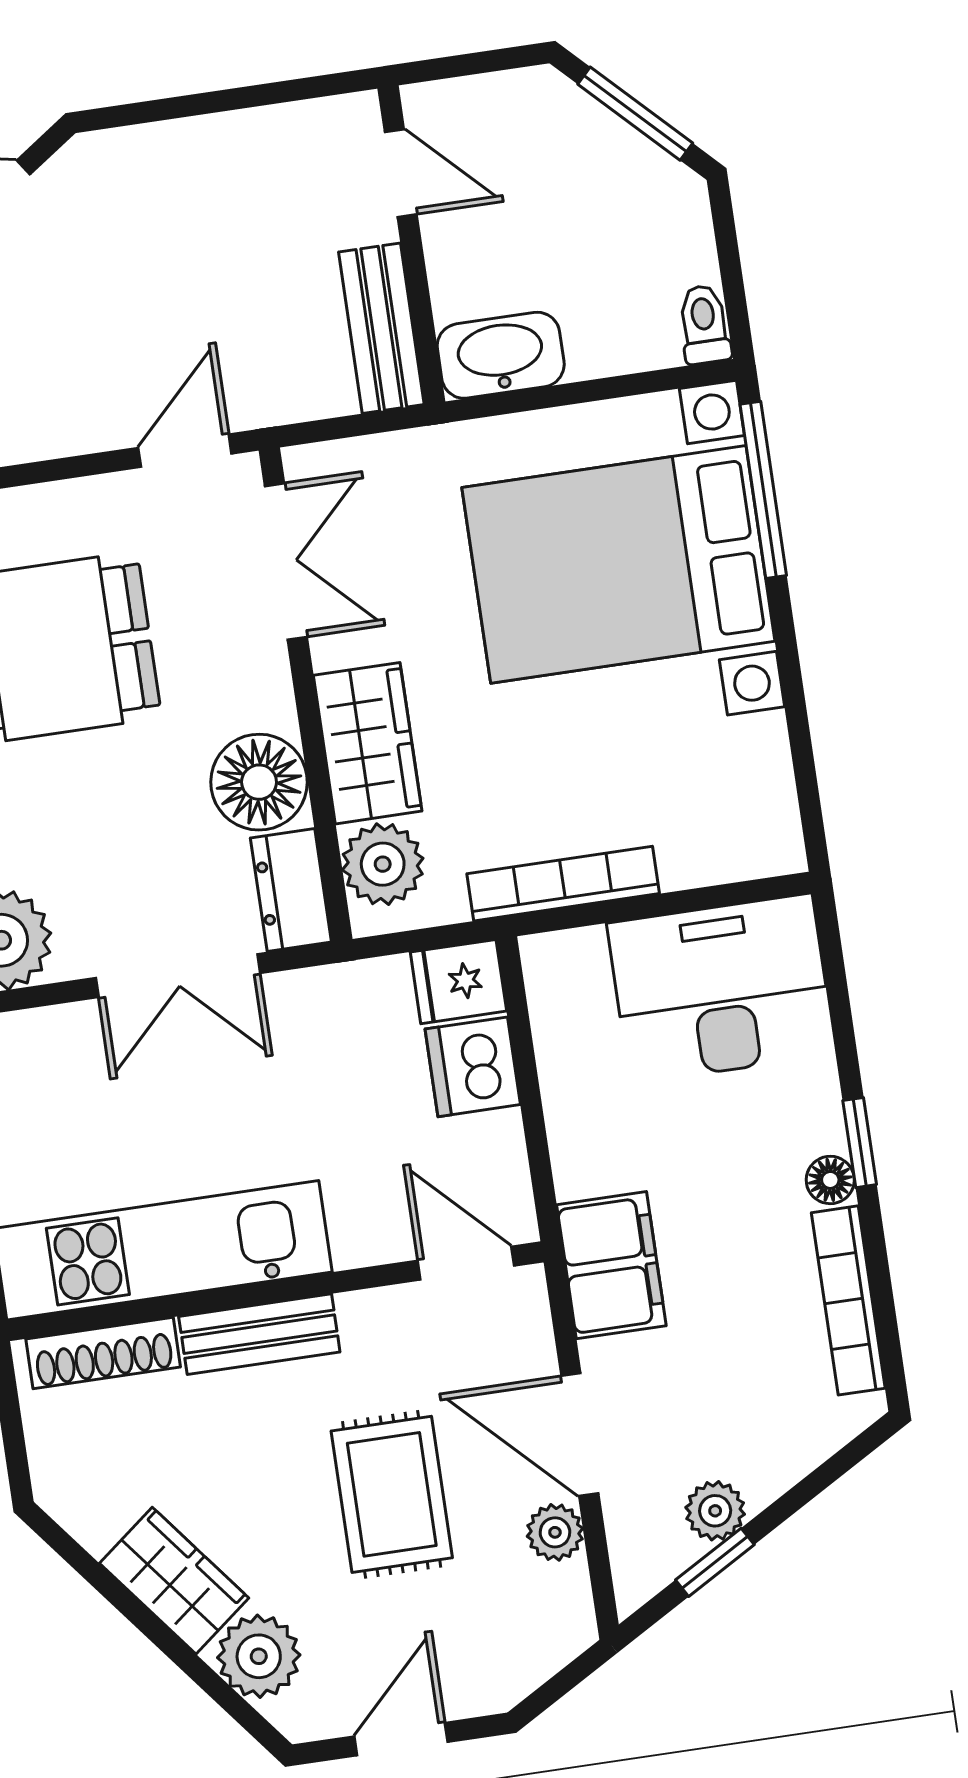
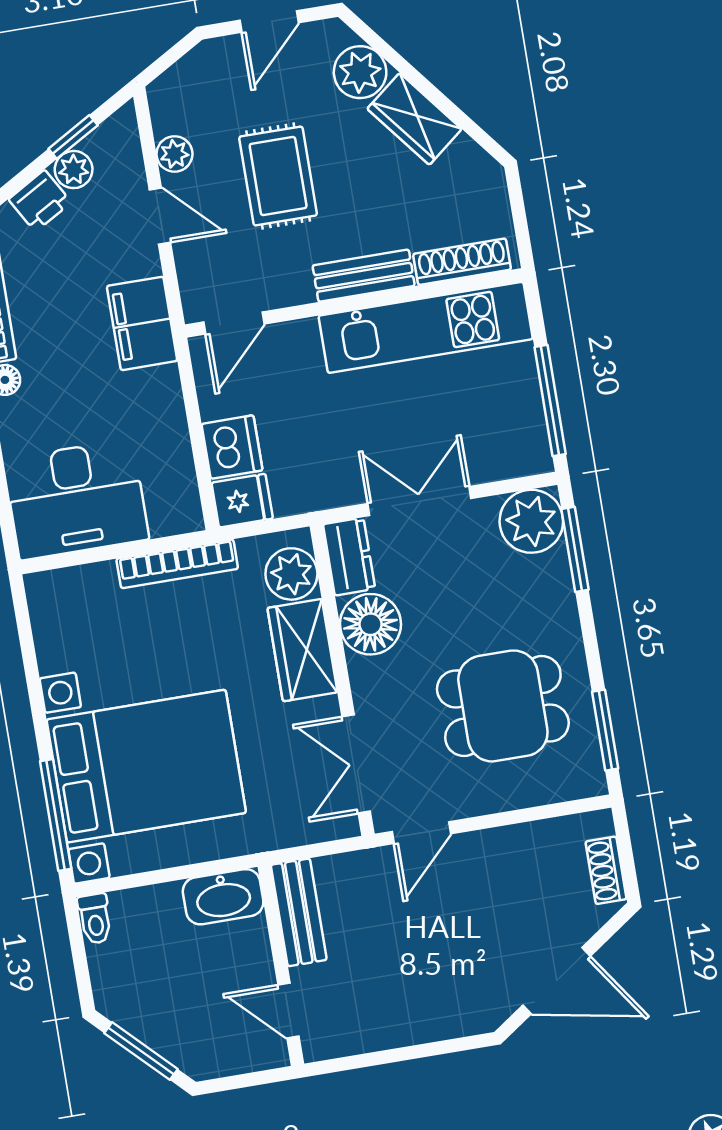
door: (466, 1263) -> (234, 323), hinge flipped
door: (580, 1435) -> (160, 216), width x0.73
printer: (769, 1462) -> (40, 201), added

